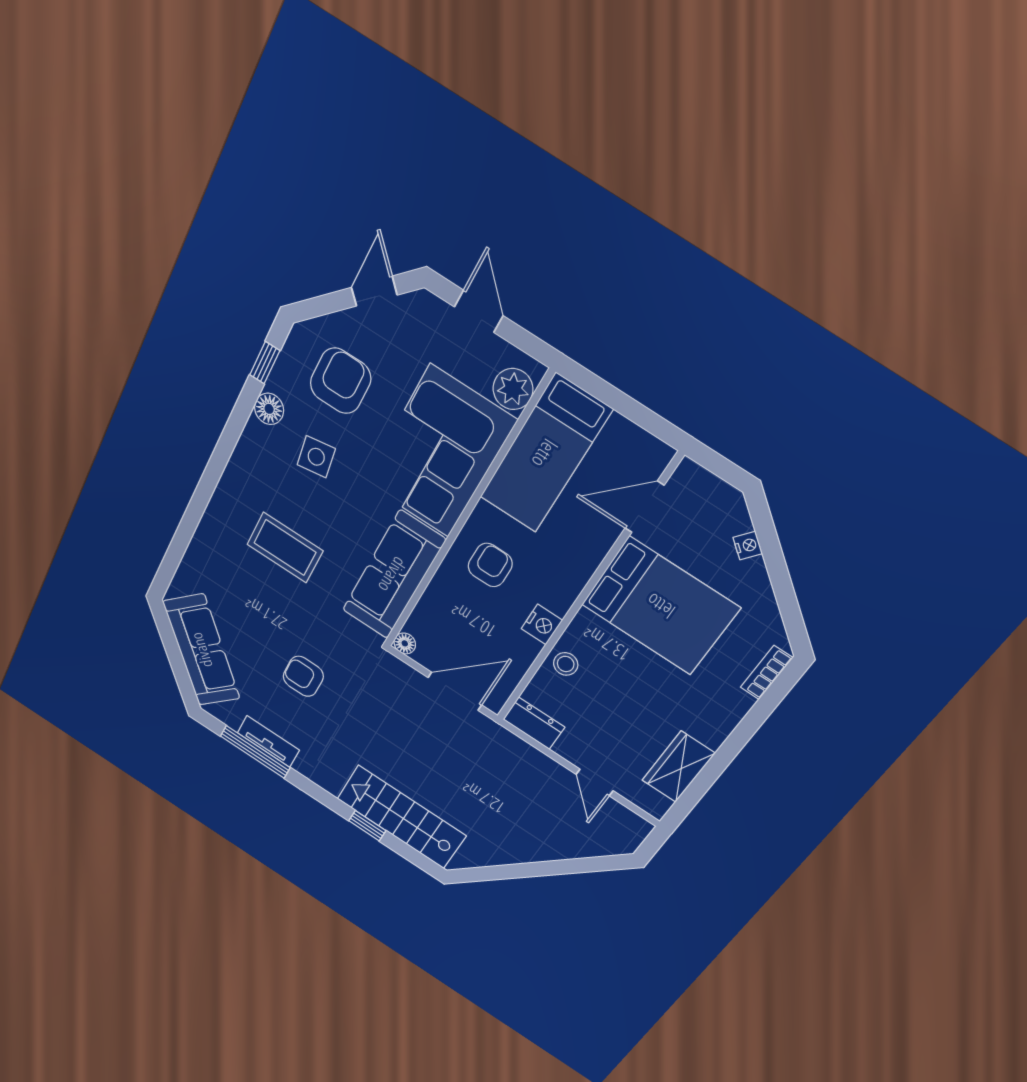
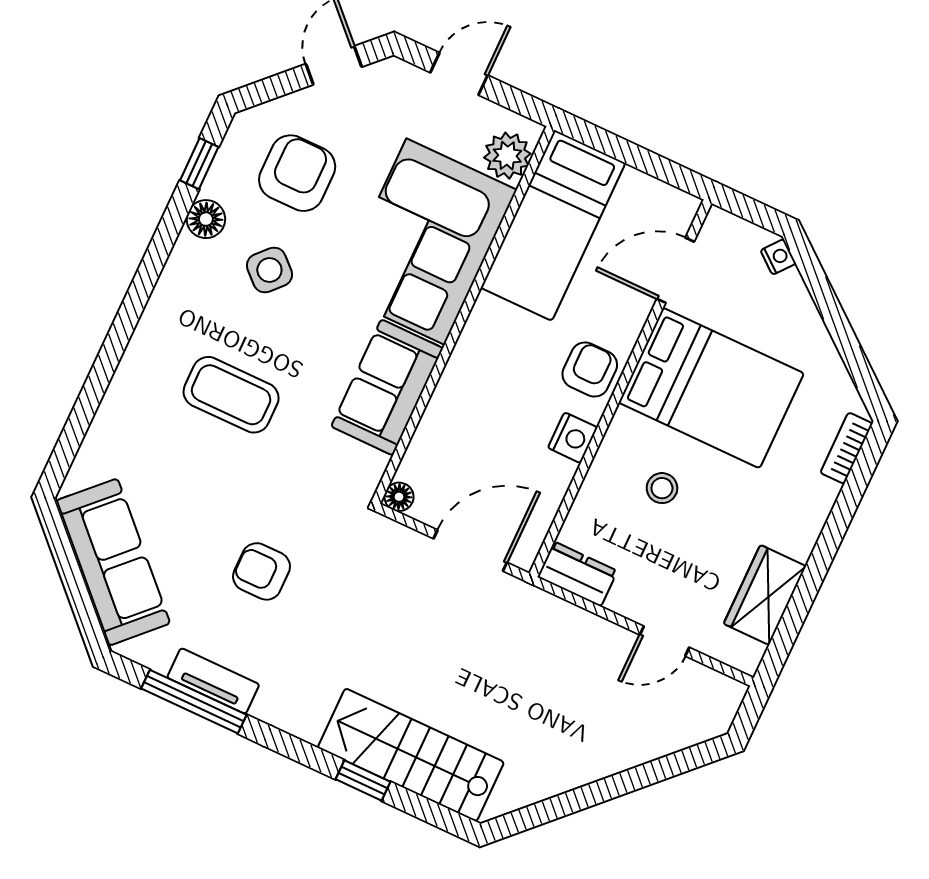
door: (479, 311) -> (459, 74), hinge flipped
side table: (316, 457) -> (269, 270), turned -38
nightstand: (748, 545) -> (778, 257), moved
armchair: (490, 565) -> (590, 369), moved
sofa: (393, 575) -> (387, 387), width x0.73
stool: (566, 664) -> (662, 488), moved
door: (595, 783) -> (665, 641), hinge flipped

